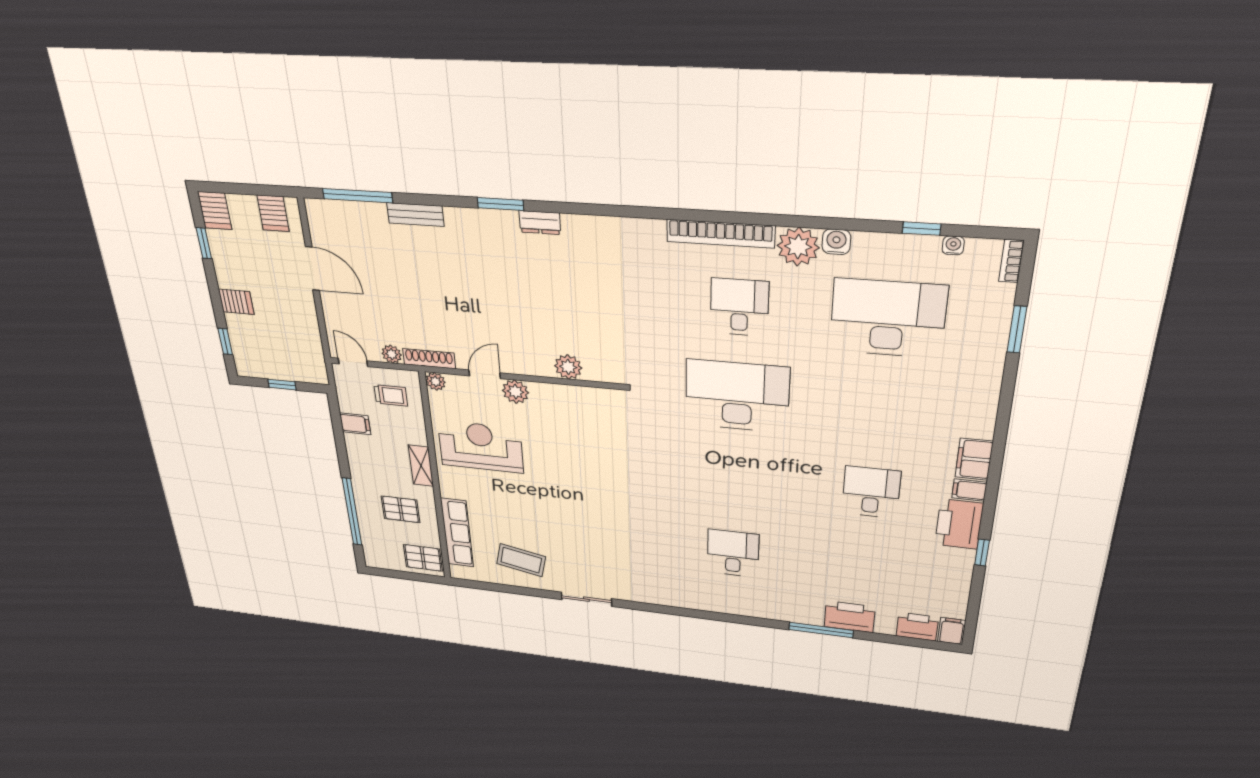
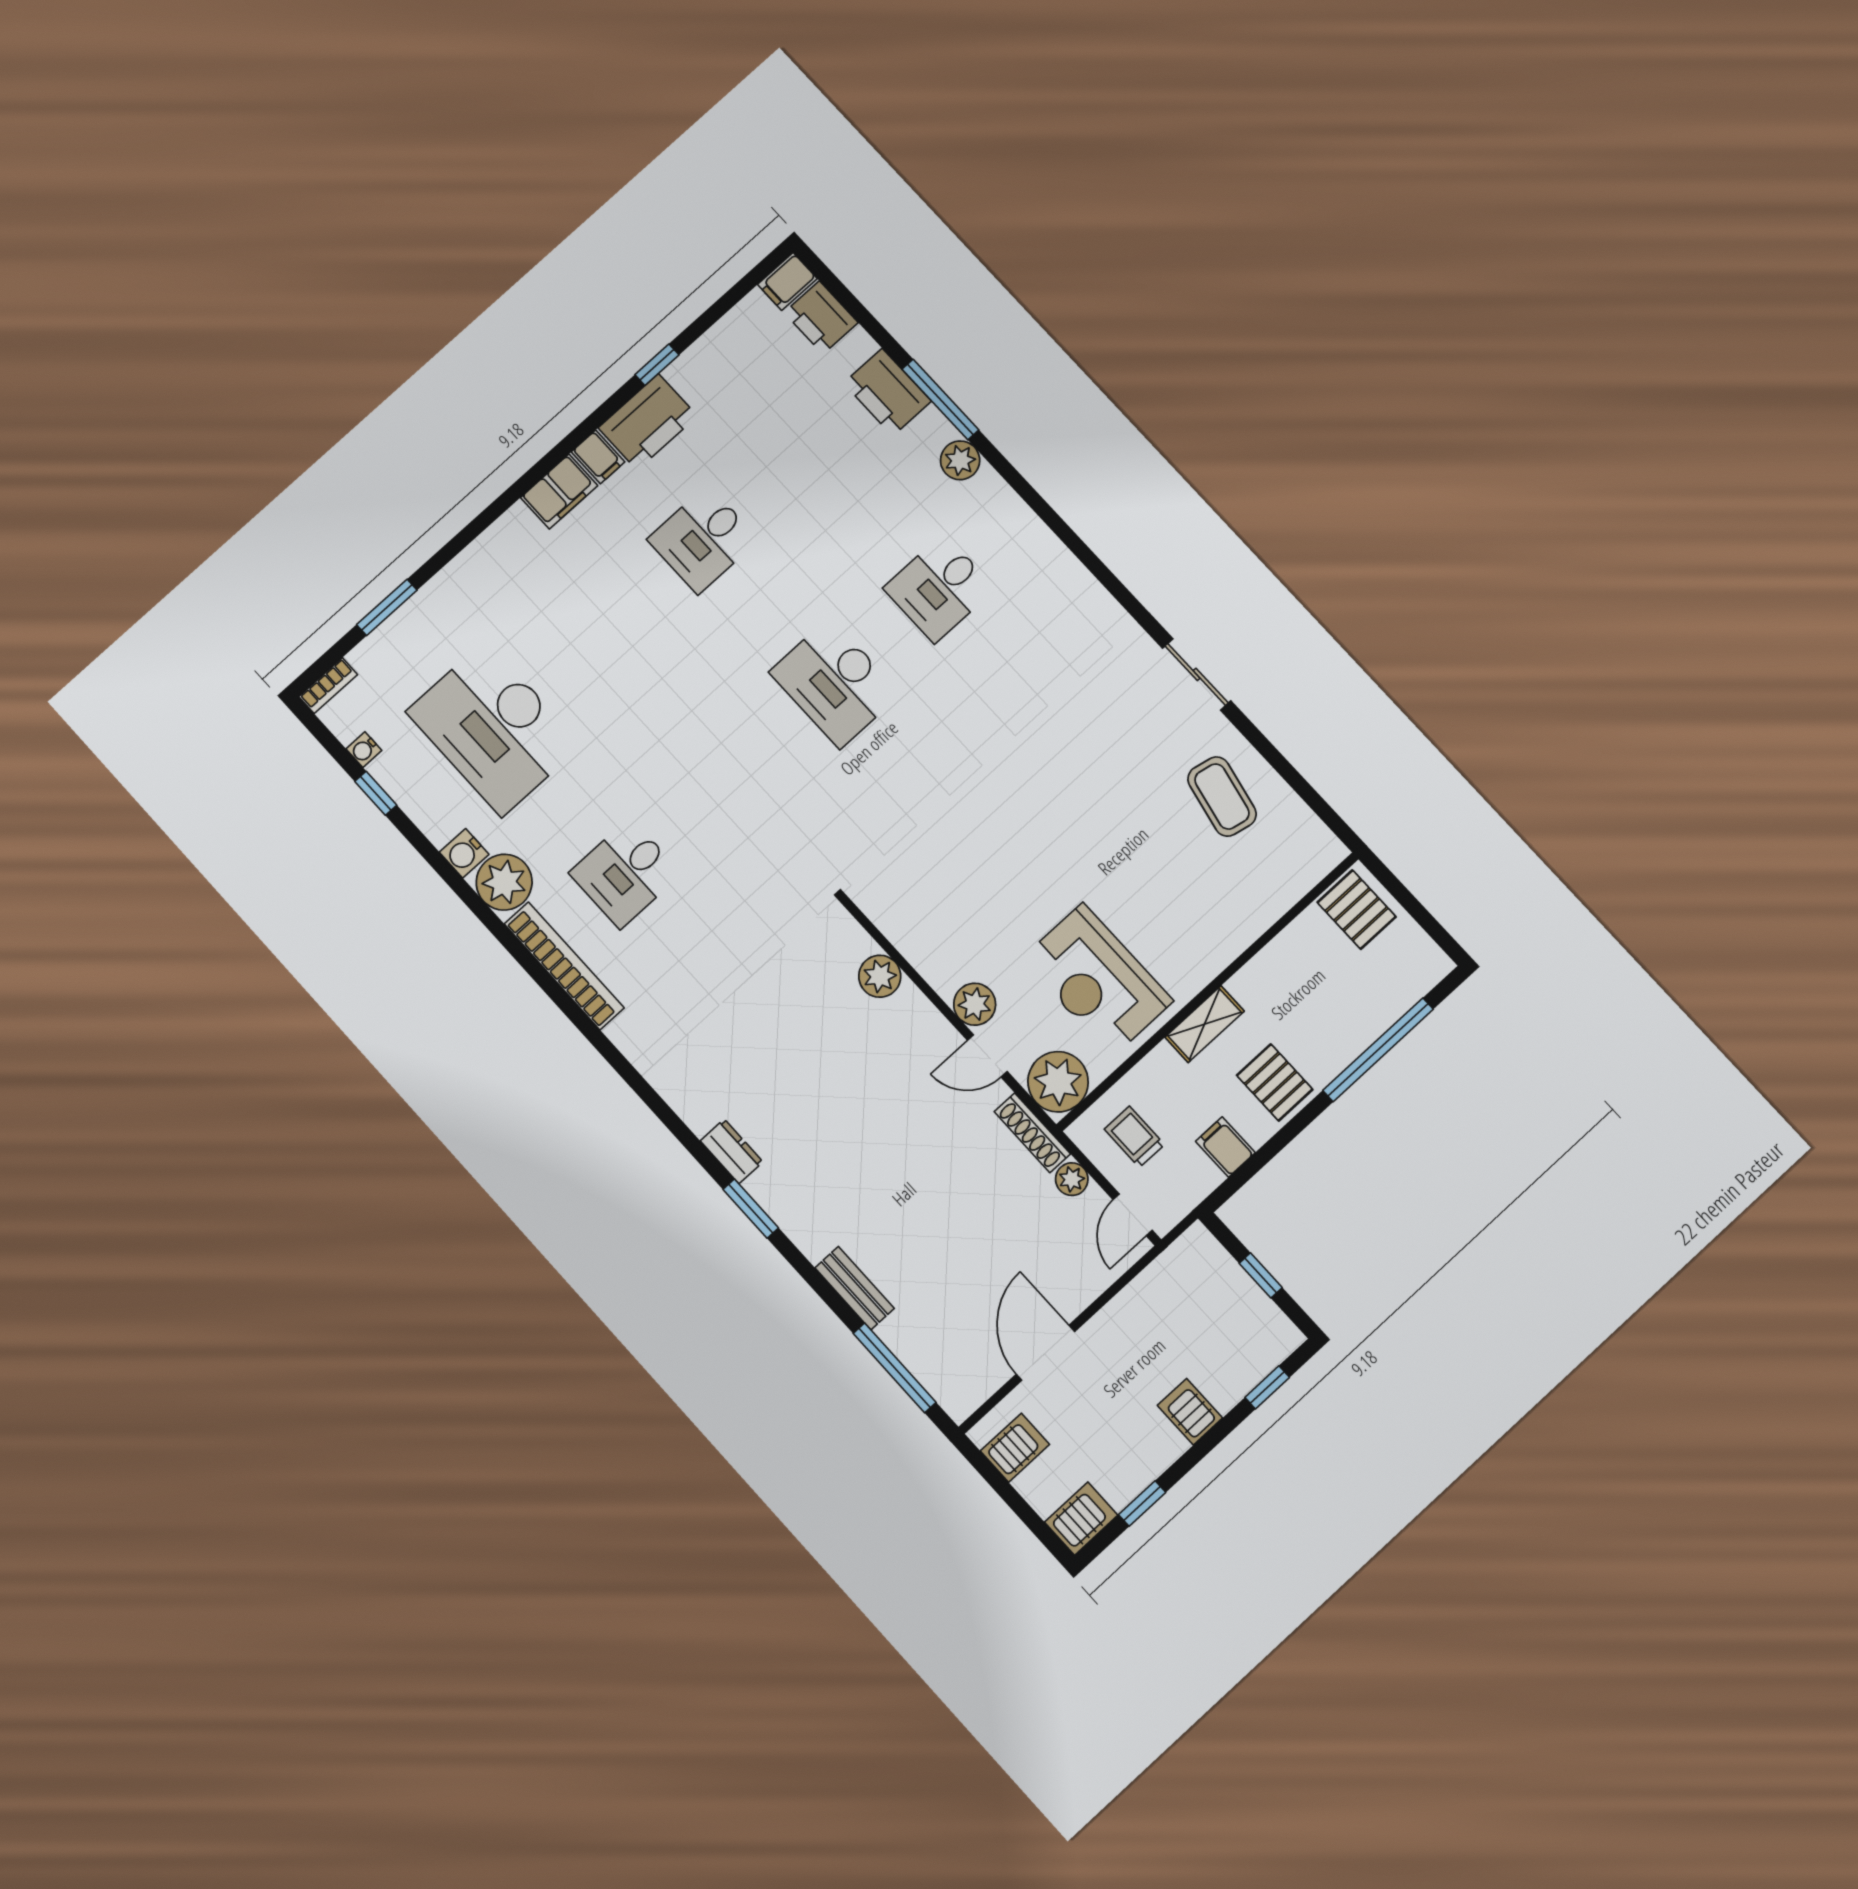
plant: (436, 381) -> (1058, 1082), width x1.88, depth x1.88
desk: (737, 396) -> (835, 683), moved, width x0.73, depth x0.77
pallet: (401, 509) -> (1275, 1082), moved
row of seats: (457, 533) -> (1265, 902), removed
plant: (784, 612) -> (960, 460), added

